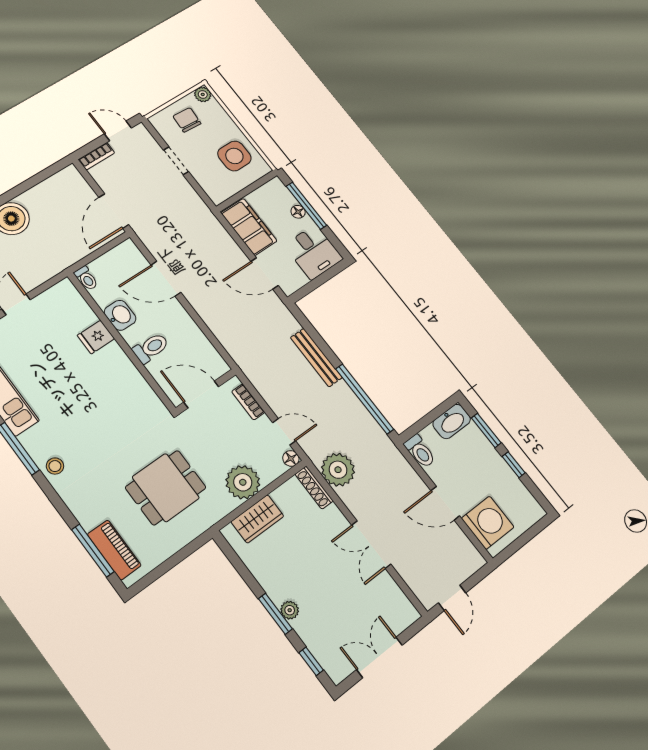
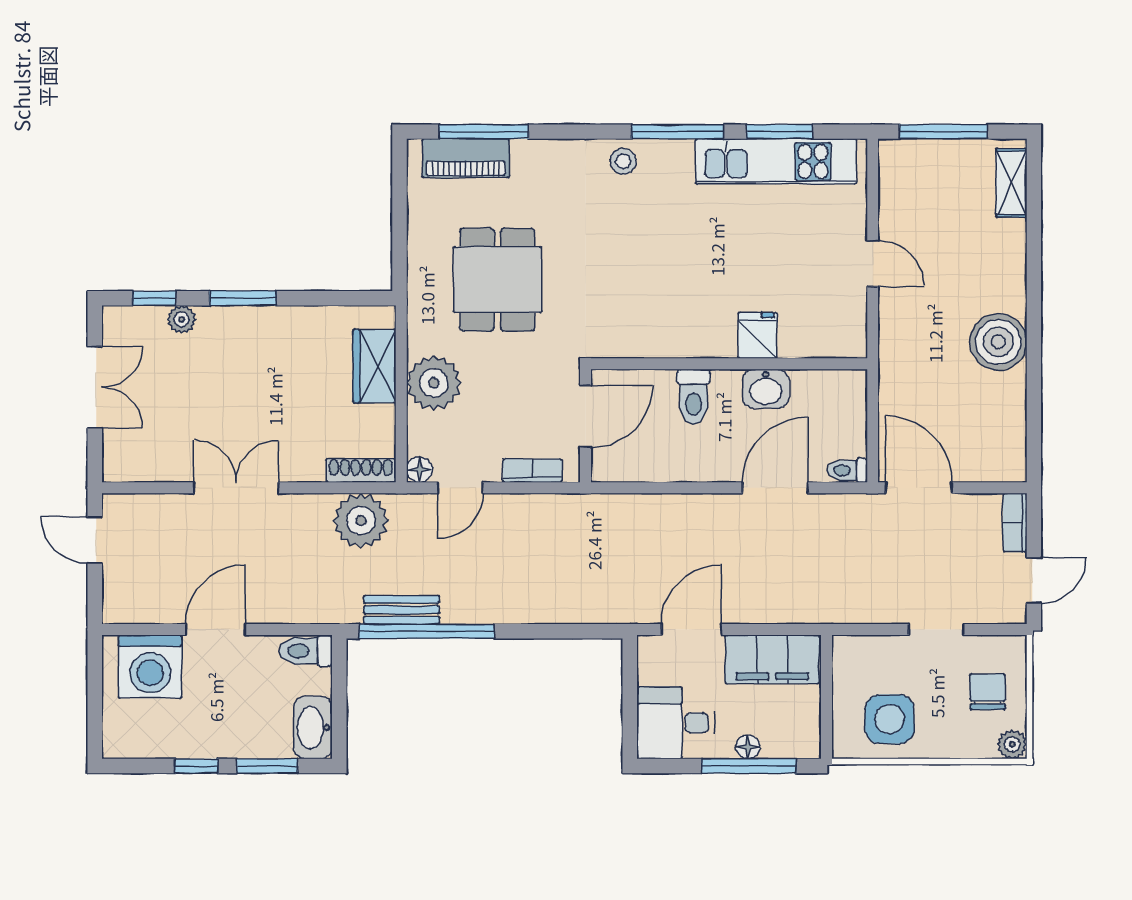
chair: (187, 120) -> (988, 692), turned -94
toilet: (86, 278) -> (847, 470), moved
bench: (316, 358) -> (402, 610), moved, width x0.73
plant: (290, 610) -> (182, 319), moved

